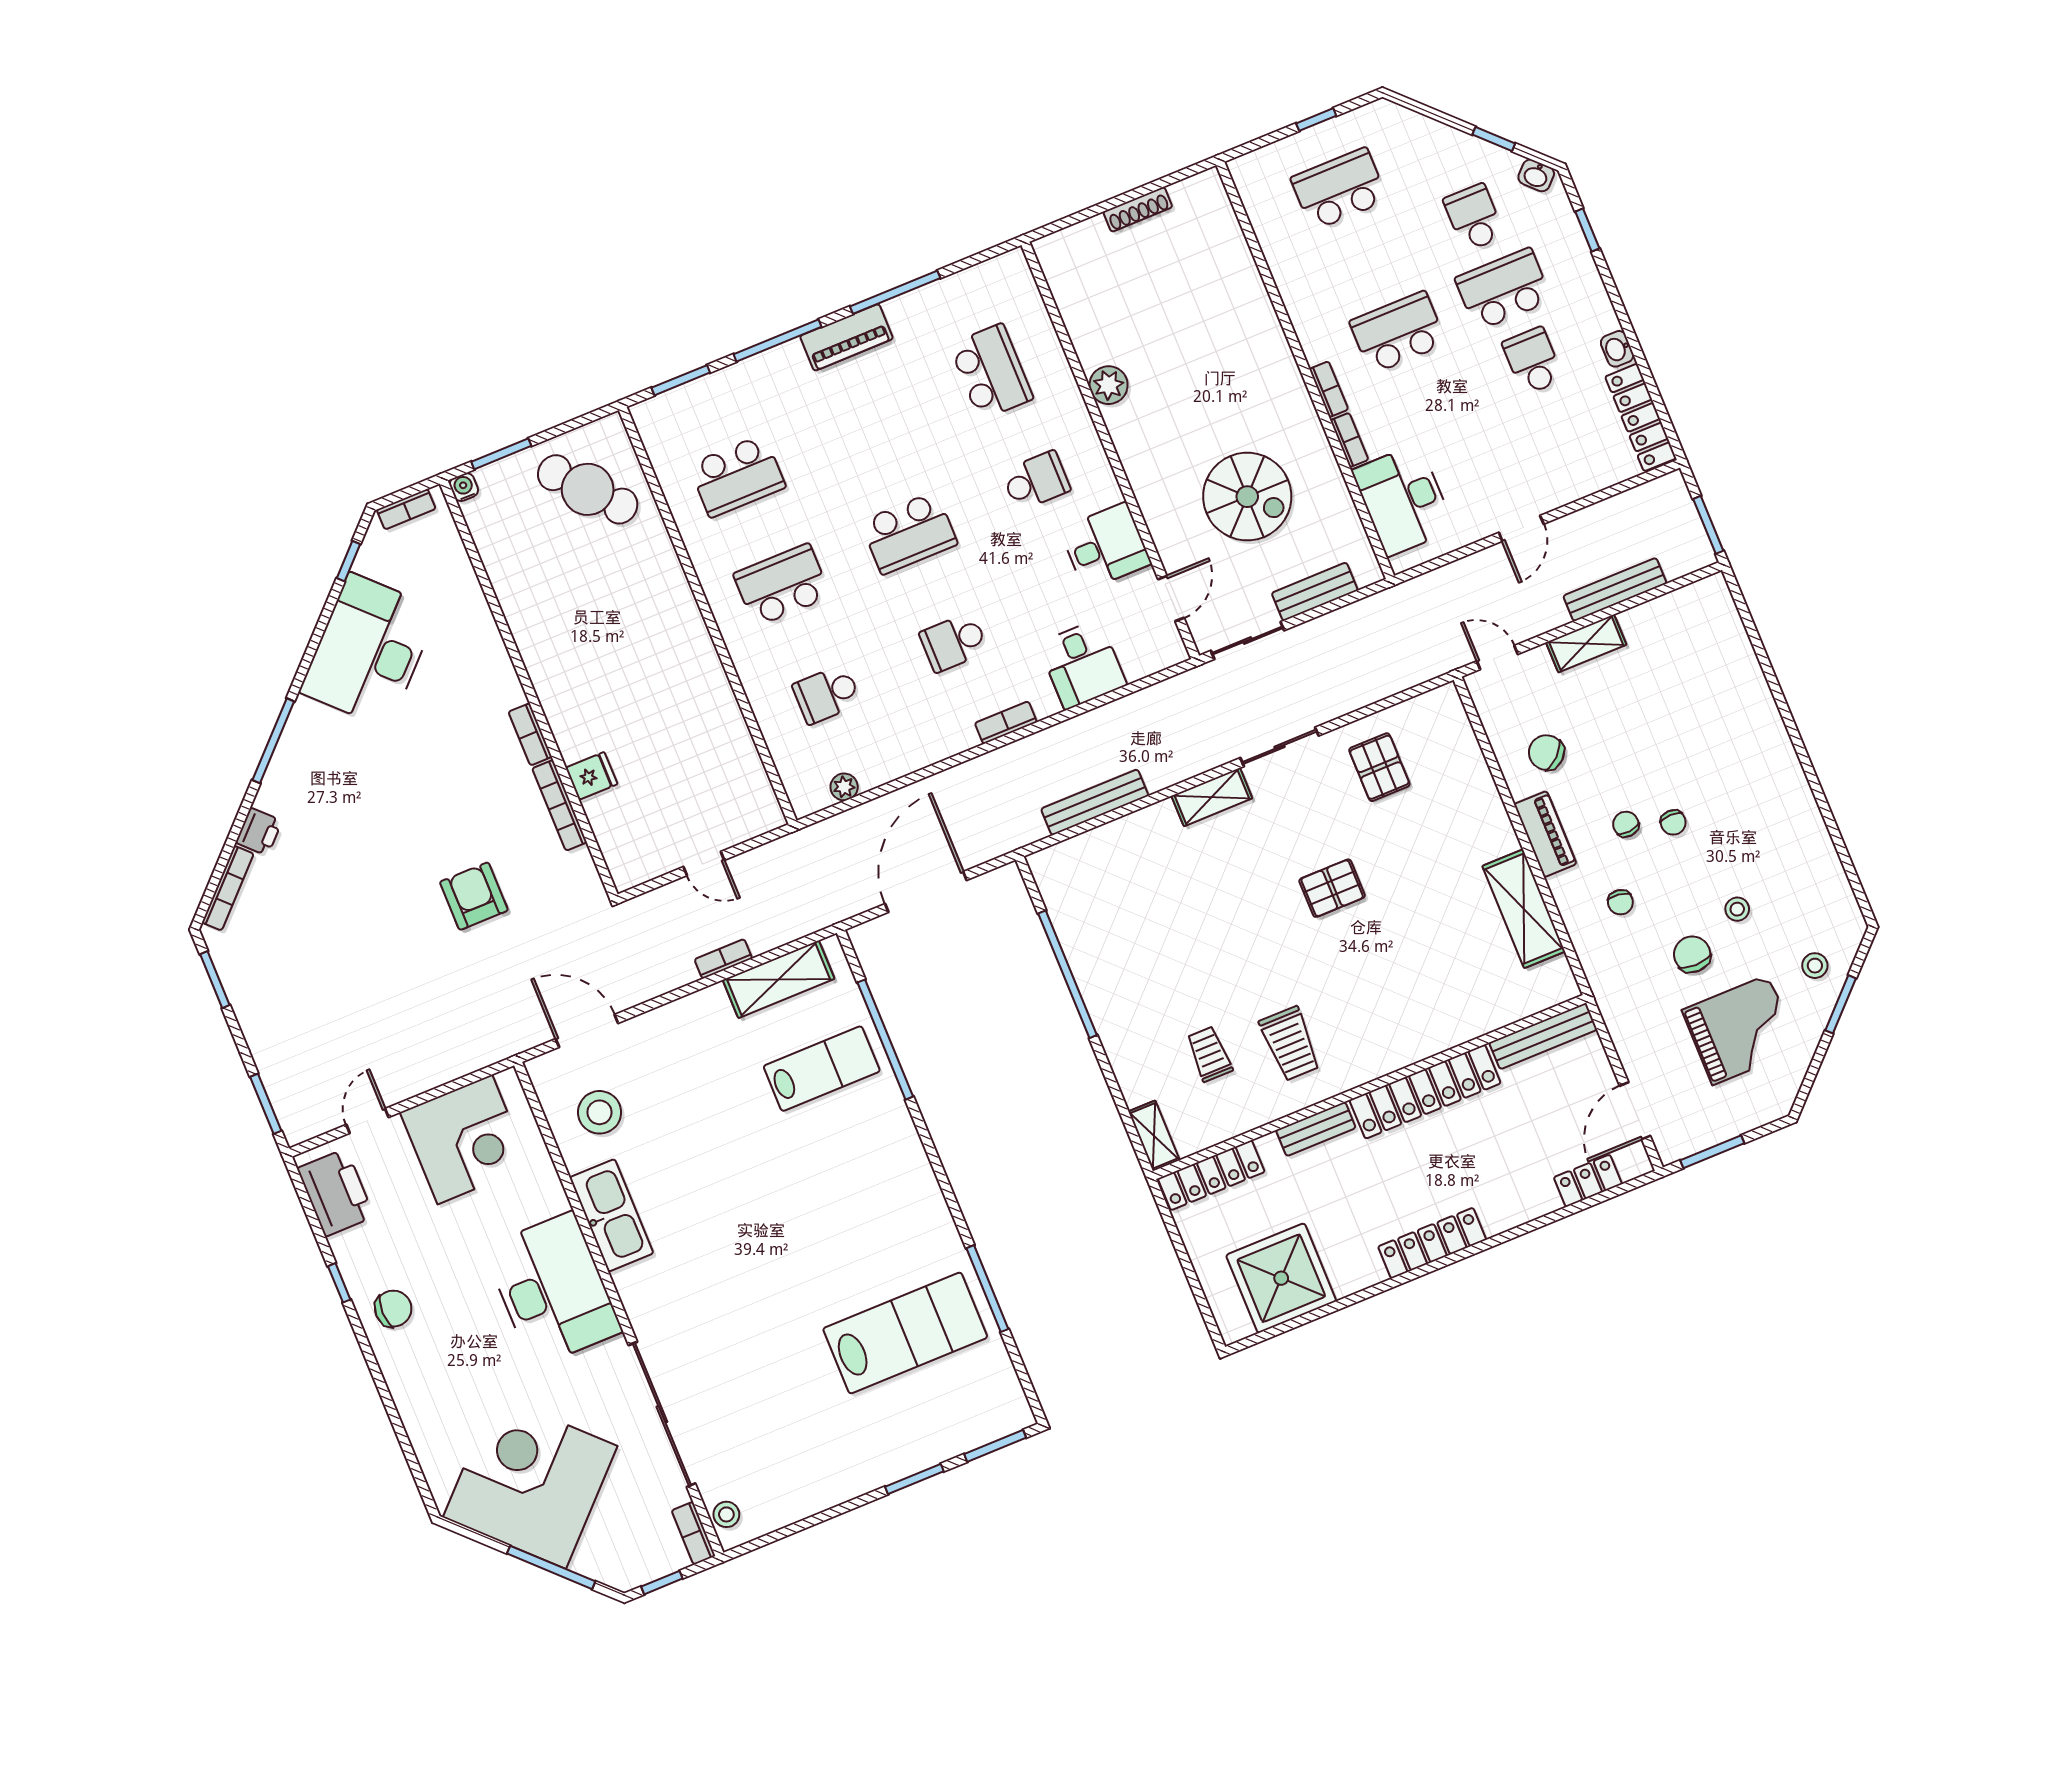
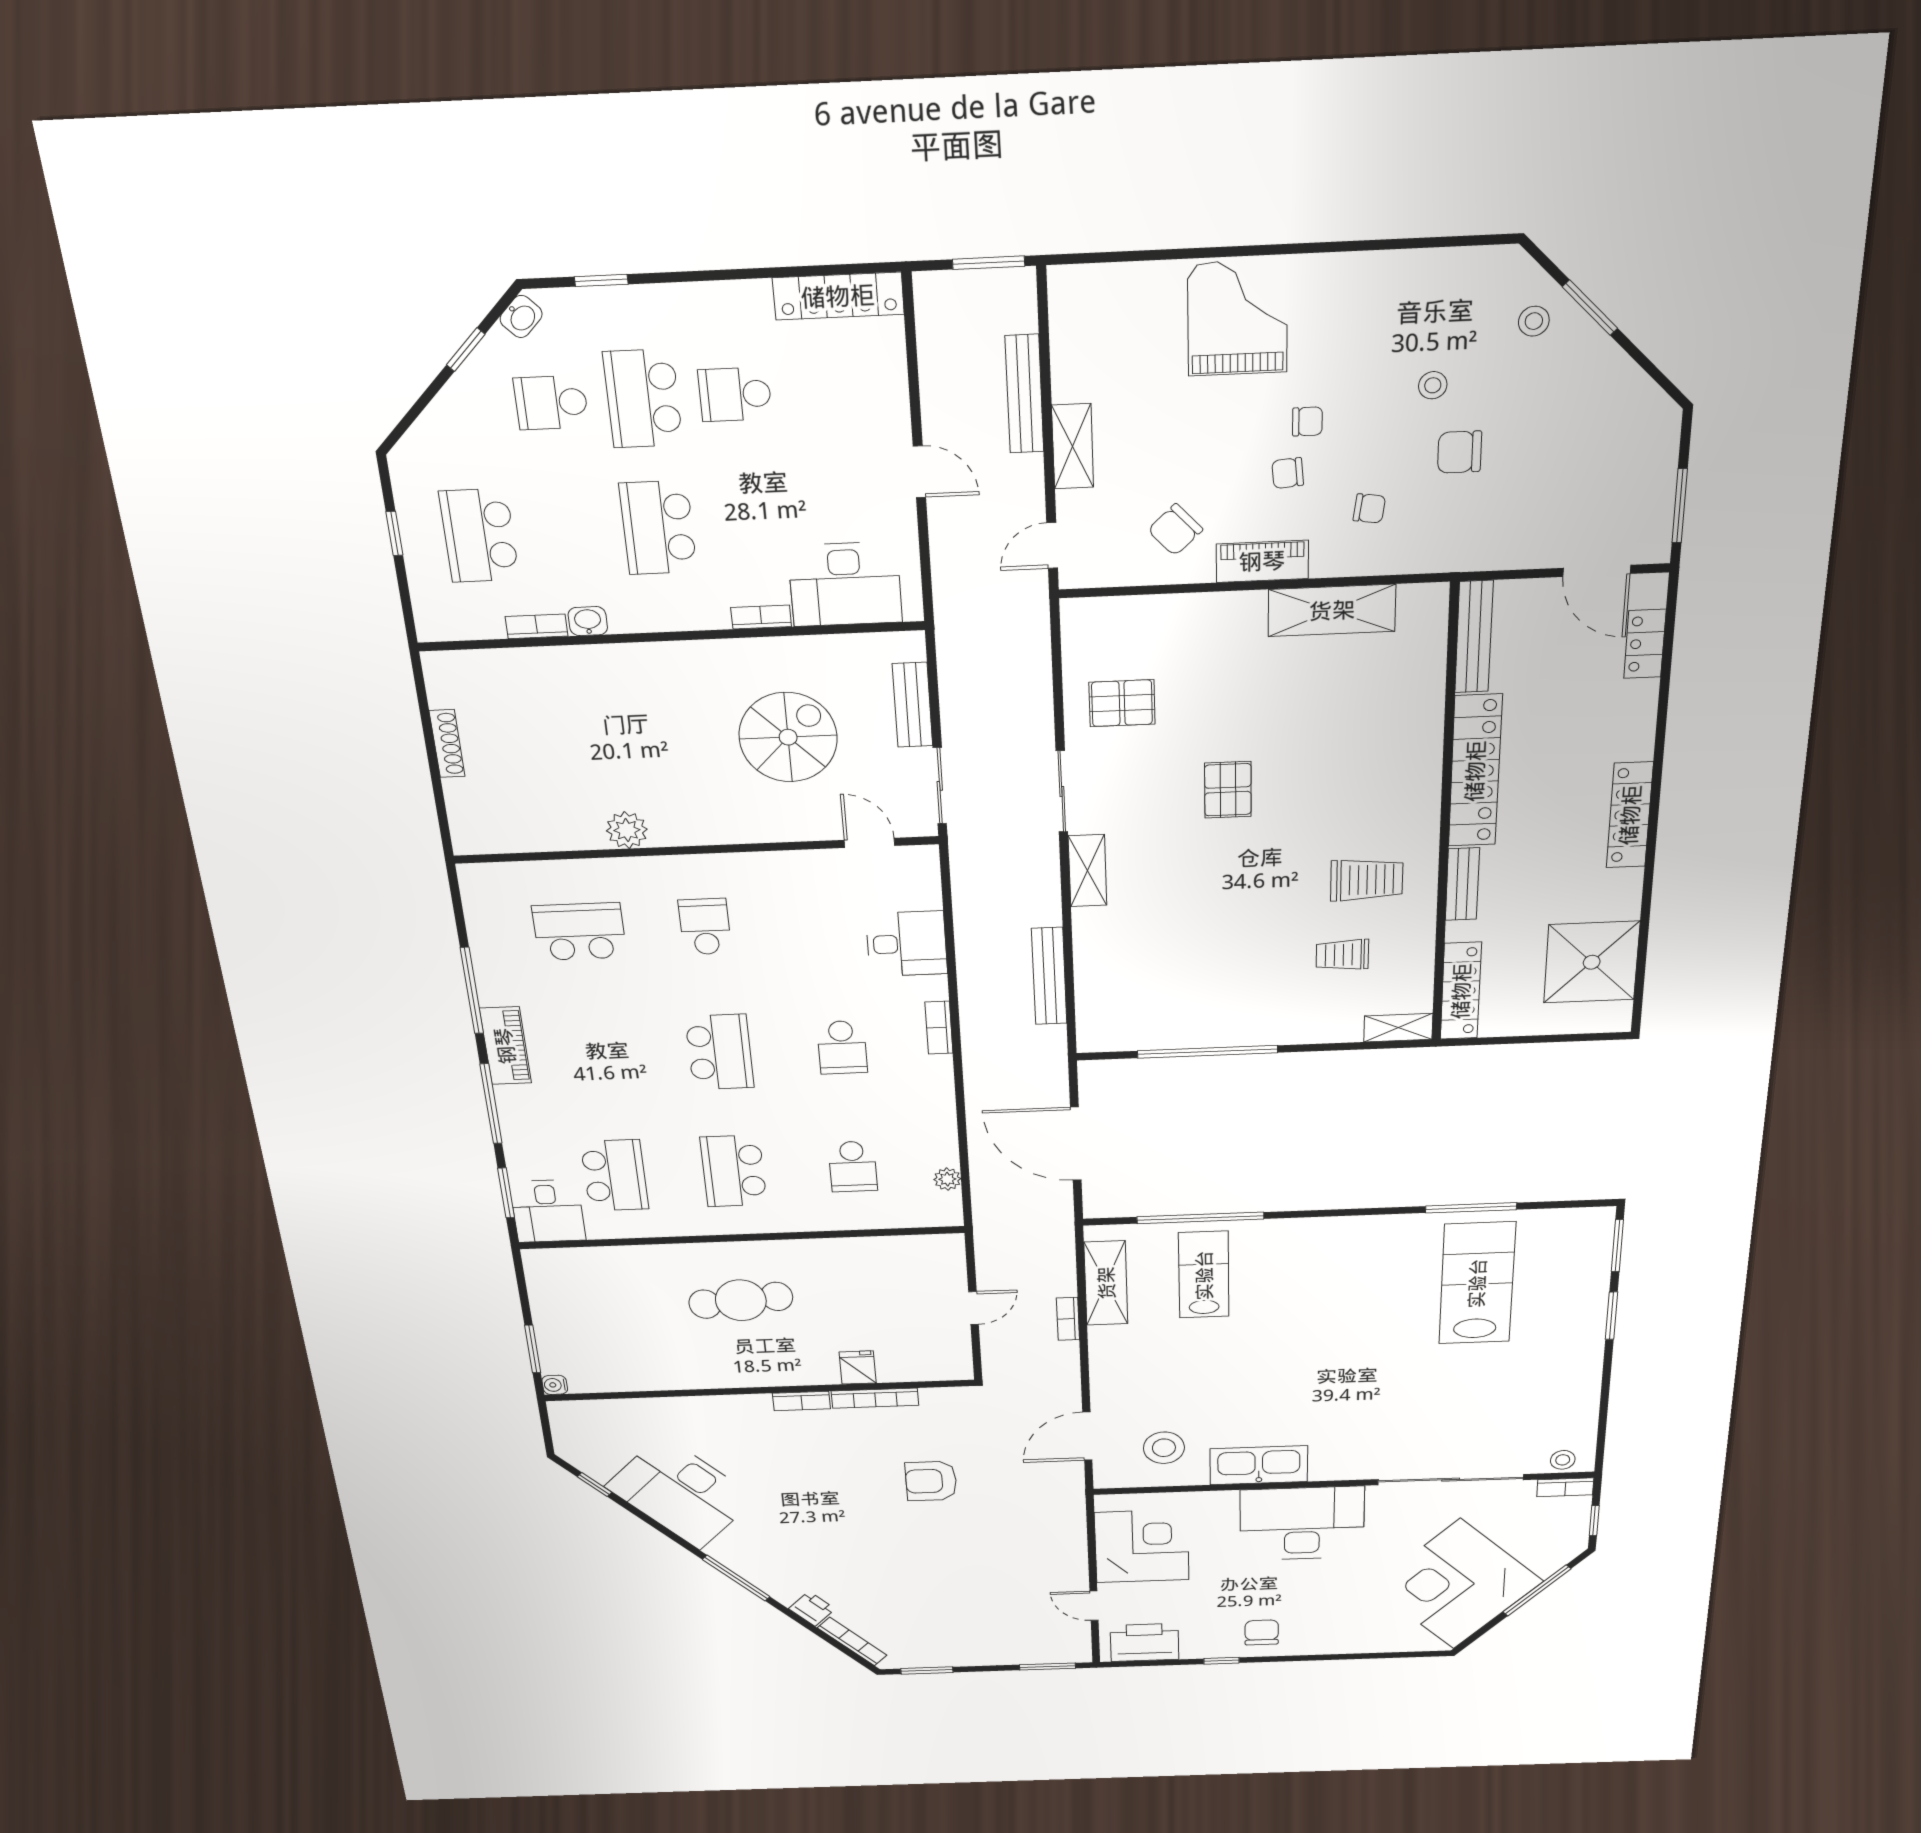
washbasin: (1617, 349) -> (588, 621), moved, turned 180
bookcase: (1329, 389) -> (537, 626), moved
cafe table: (588, 489) -> (741, 1300), moved, turned 36
bookcase: (406, 509) -> (561, 1432), removed
desk: (1105, 546) -> (548, 1211), moved, turned 180
grand piano: (1740, 1030) -> (1237, 318), moved

